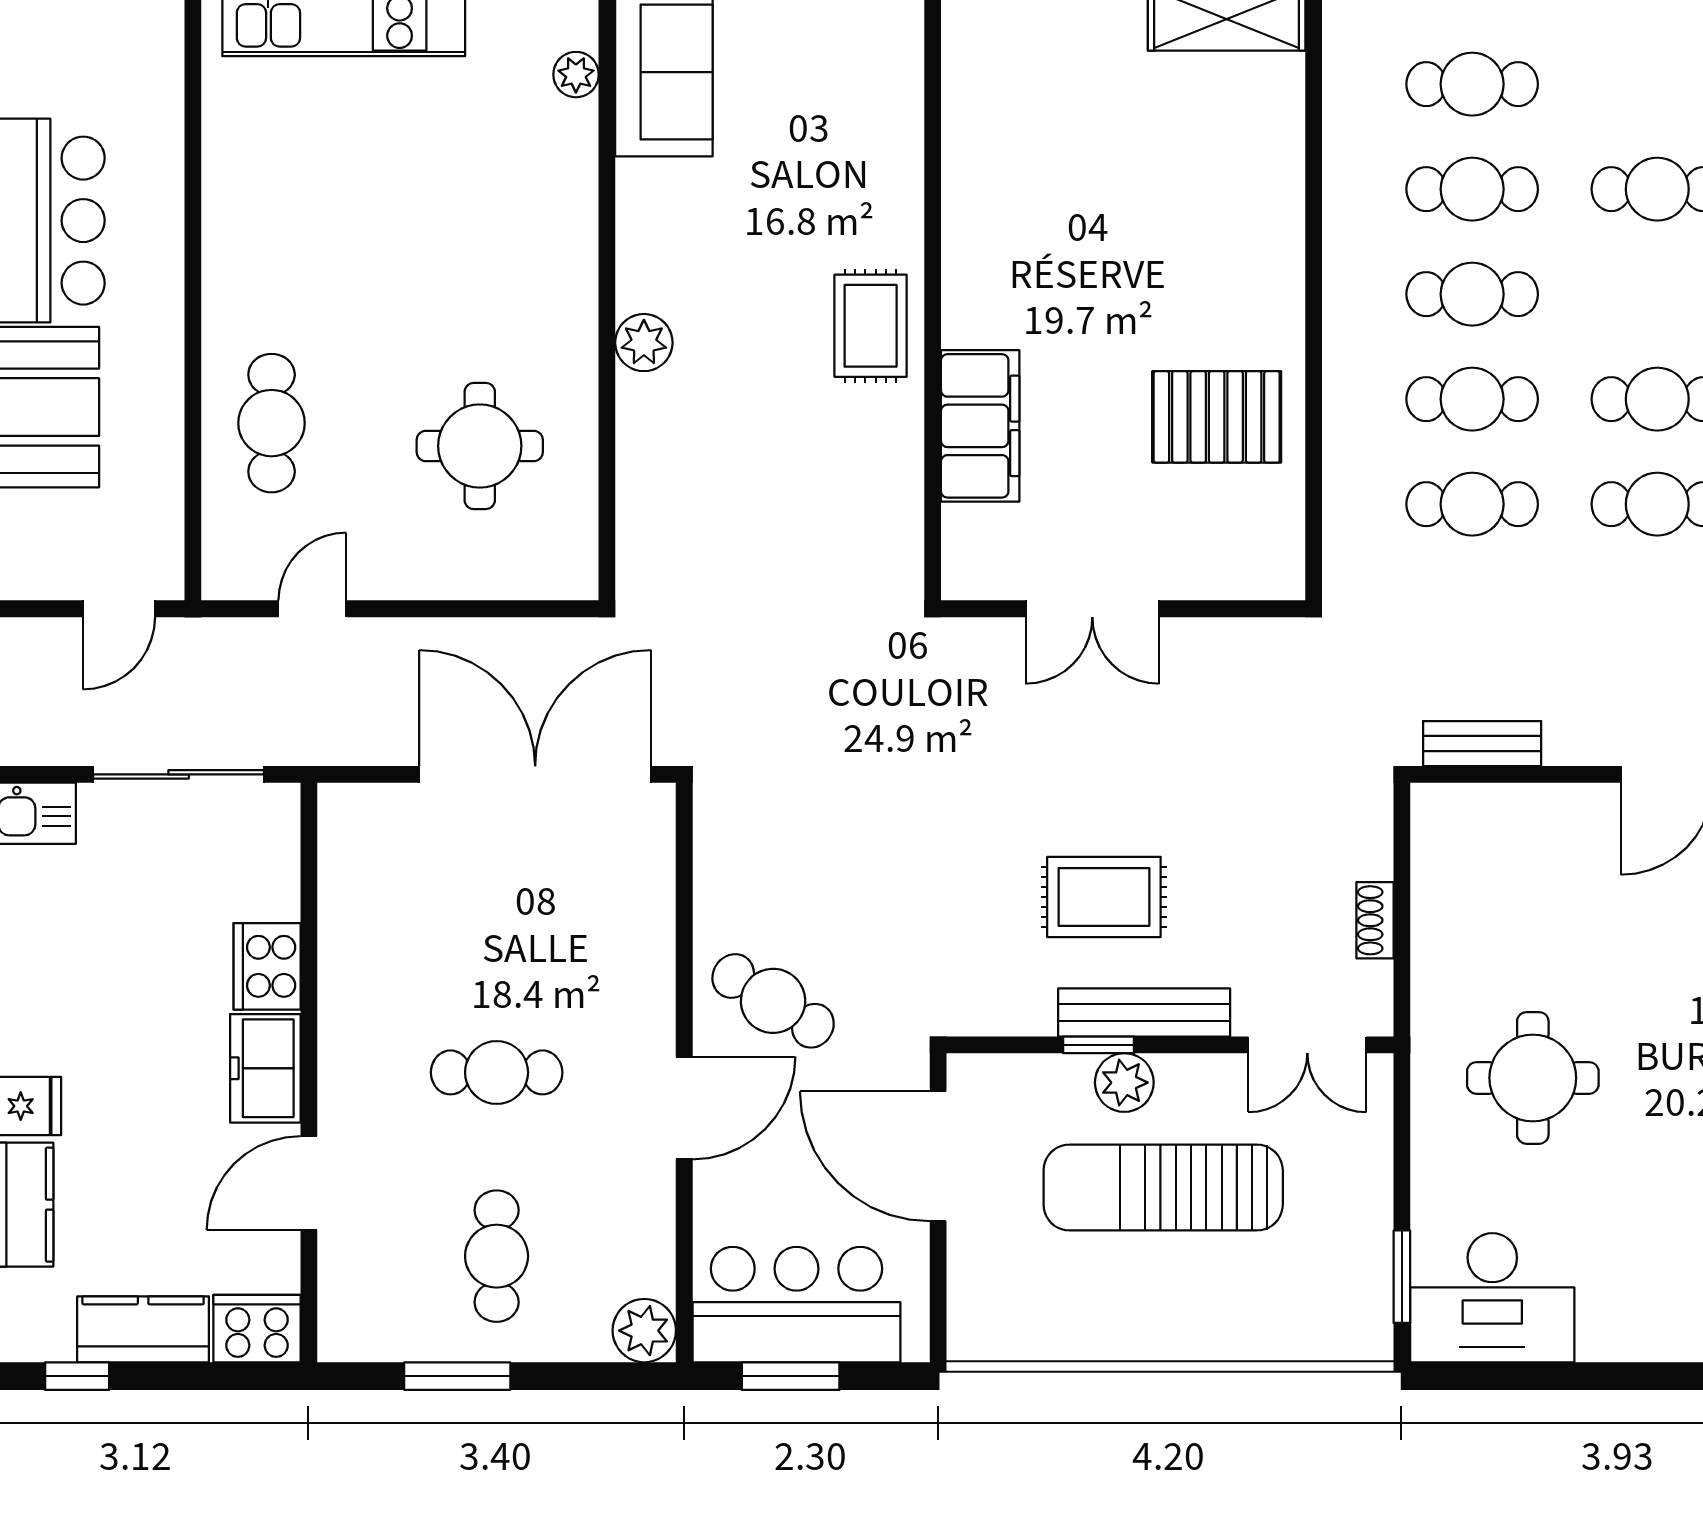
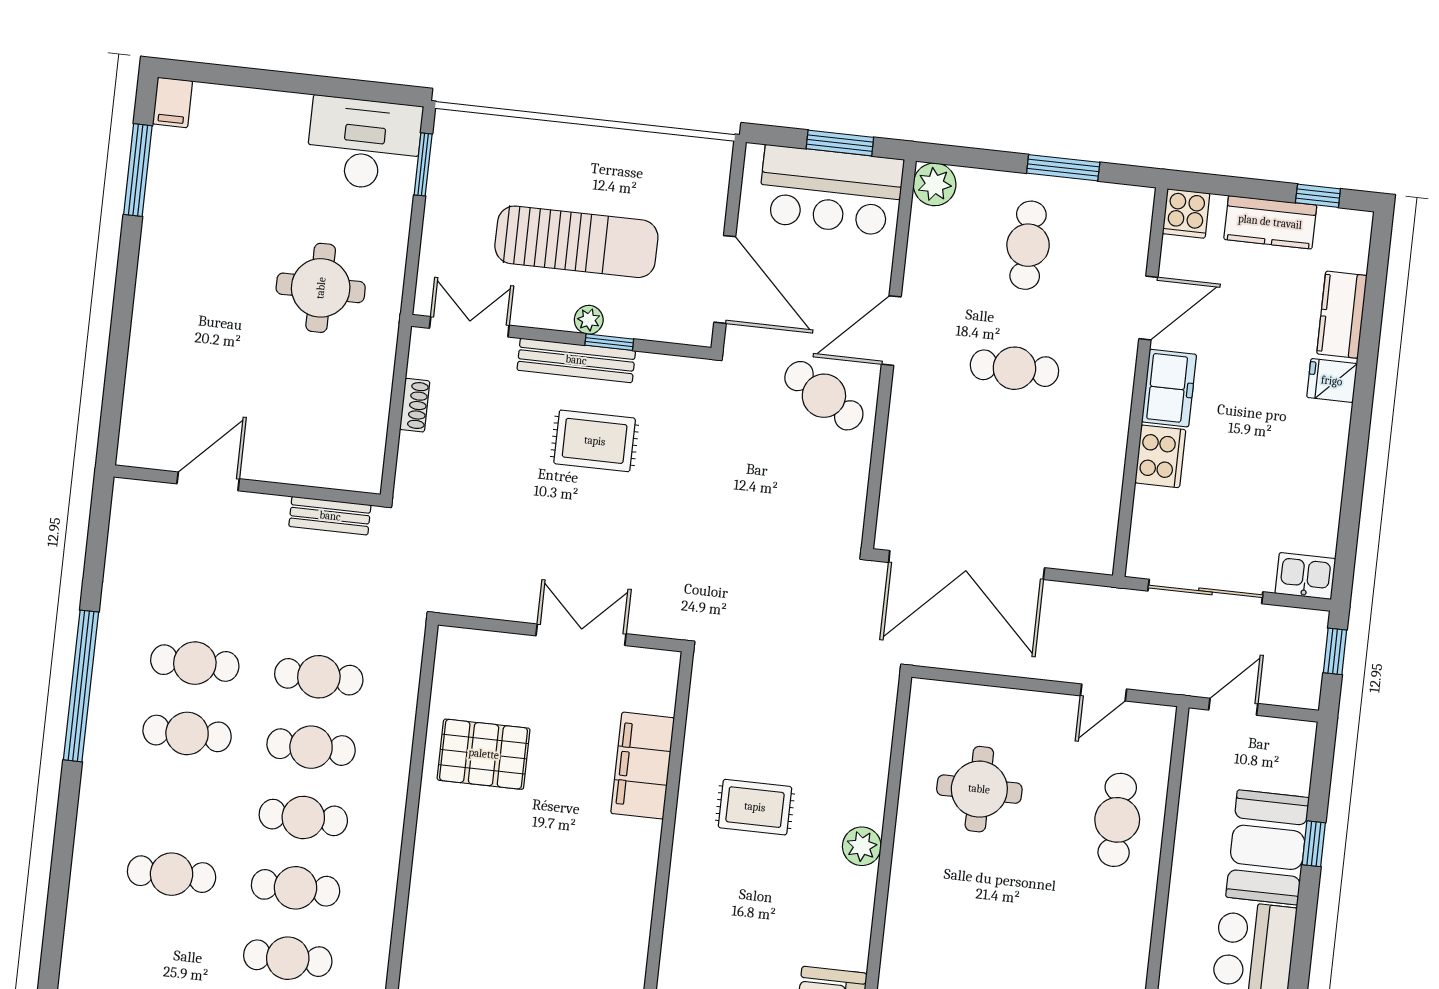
rug: (871, 326) -> (755, 807), moved, turned 90
plant: (1124, 1083) -> (589, 320), width x0.73, depth x0.73
cooker: (257, 1329) -> (1186, 213), width x0.73

